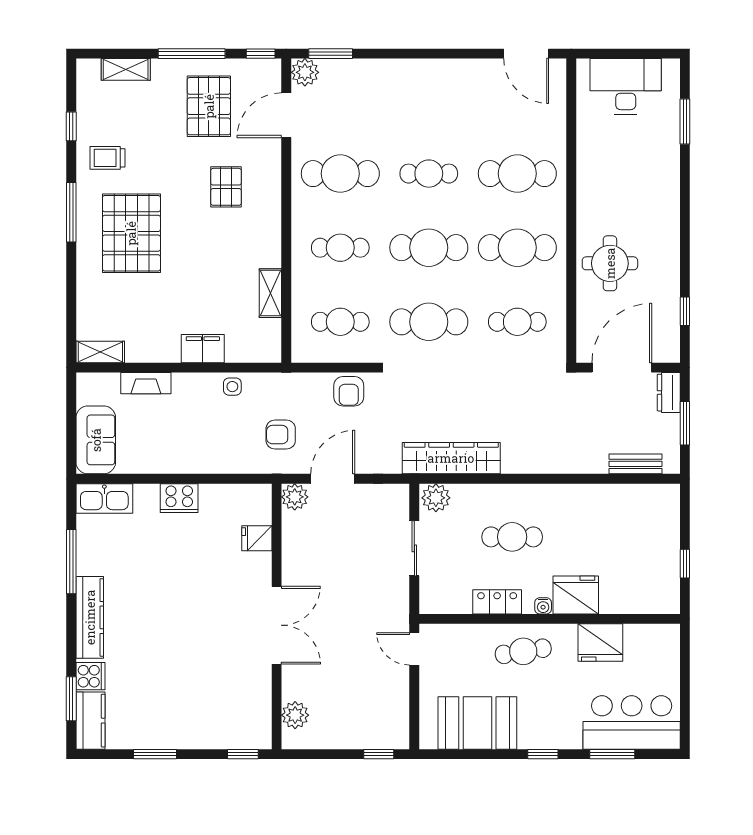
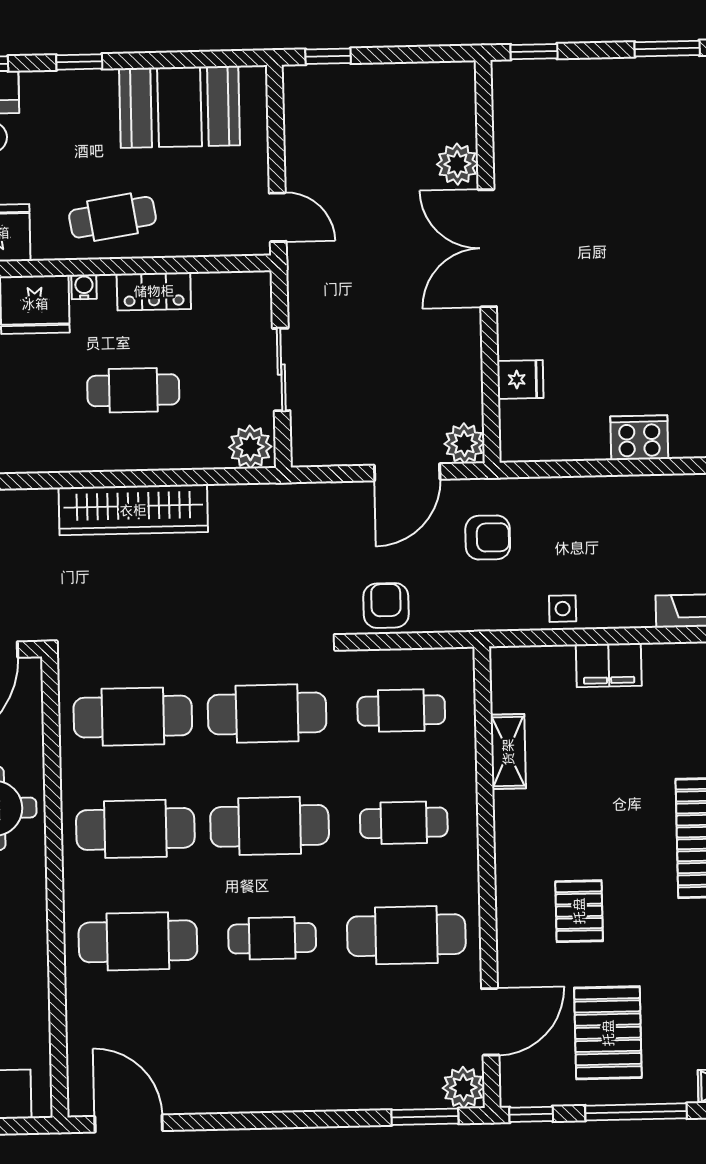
cafe table: (517, 322) -> (133, 717), width x1.37, depth x1.35
wardrobe: (451, 458) -> (133, 510), moved
plant: (295, 715) -> (457, 164), moved

